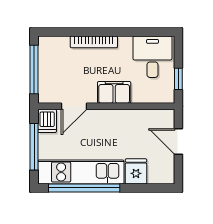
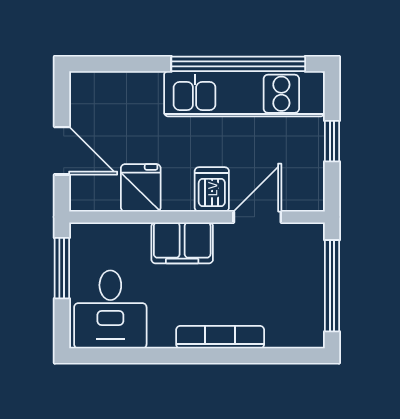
window: (178, 79) -> (62, 268), width x1.50
dishwasher: (47, 121) -> (212, 189), moved
window: (34, 147) -> (332, 141), width x0.46
fridge: (136, 171) -> (141, 188), moved, turned 180

